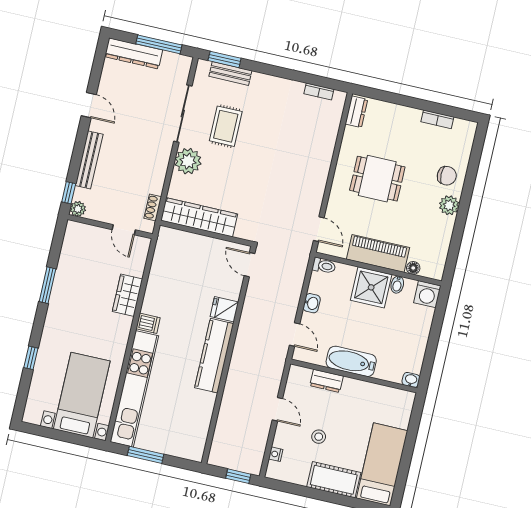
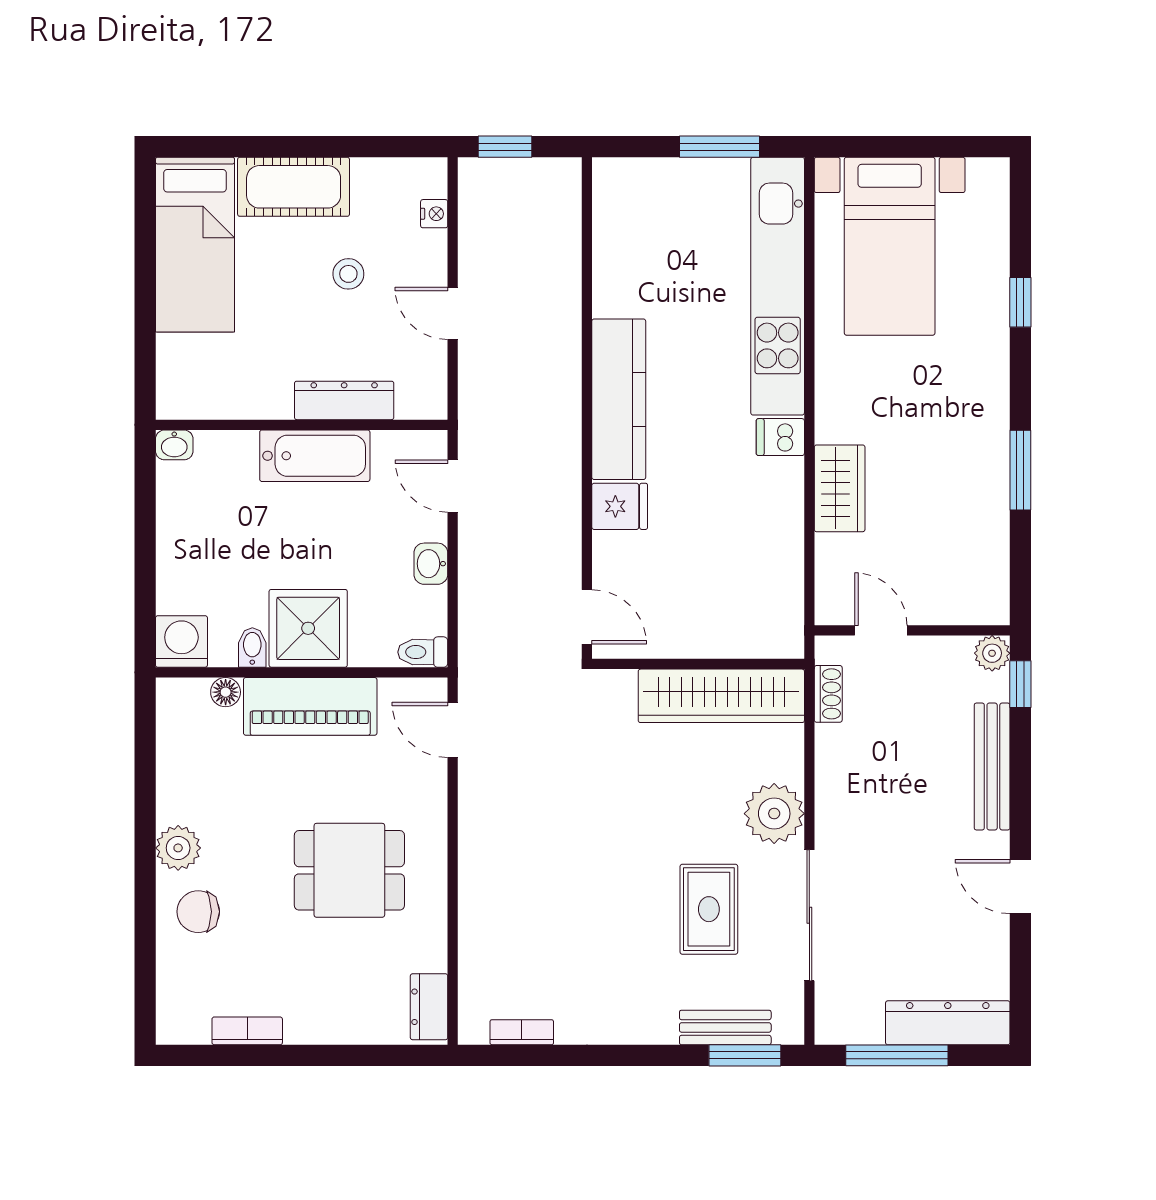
dresser: (327, 381) -> (344, 400), width x1.44

